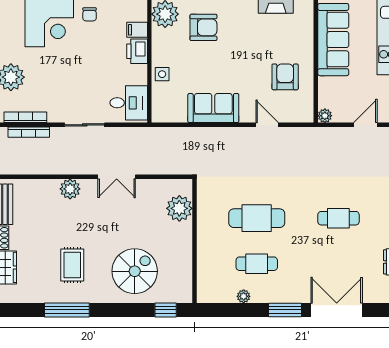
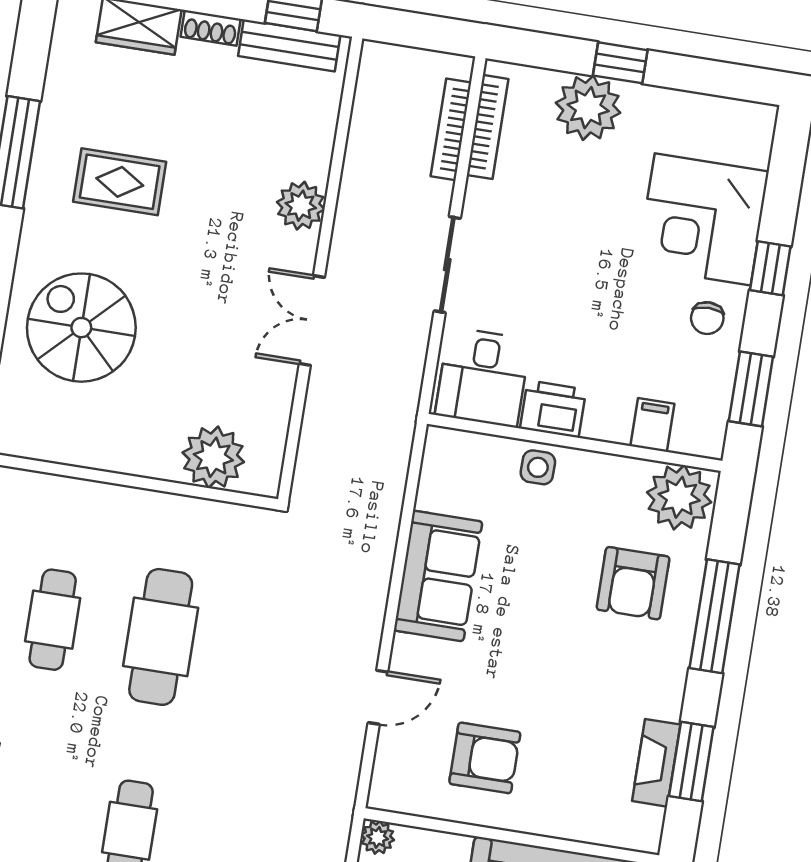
chair: (90, 14) -> (707, 318), turned -90
printer: (137, 51) -> (553, 409), moved
spiral stairs: (135, 271) -> (81, 328), turned 180

